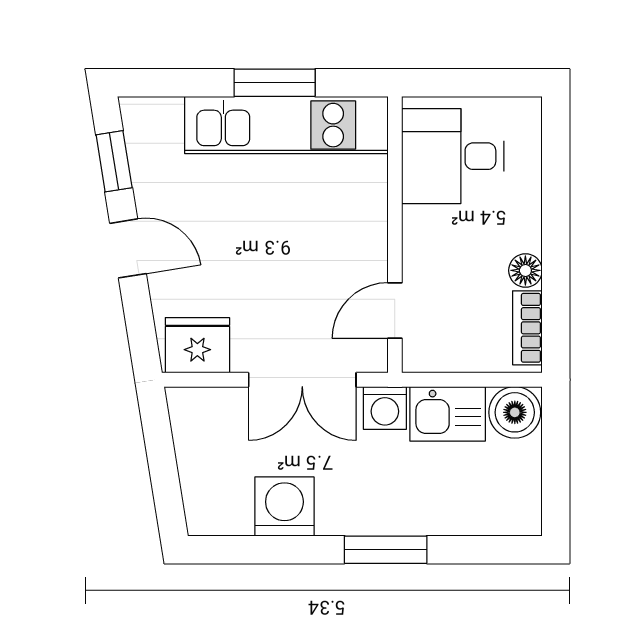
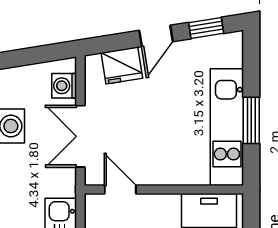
fridge: (197, 345) -> (122, 65), moved, turned 81
washing machine: (385, 408) -> (64, 86), moved

